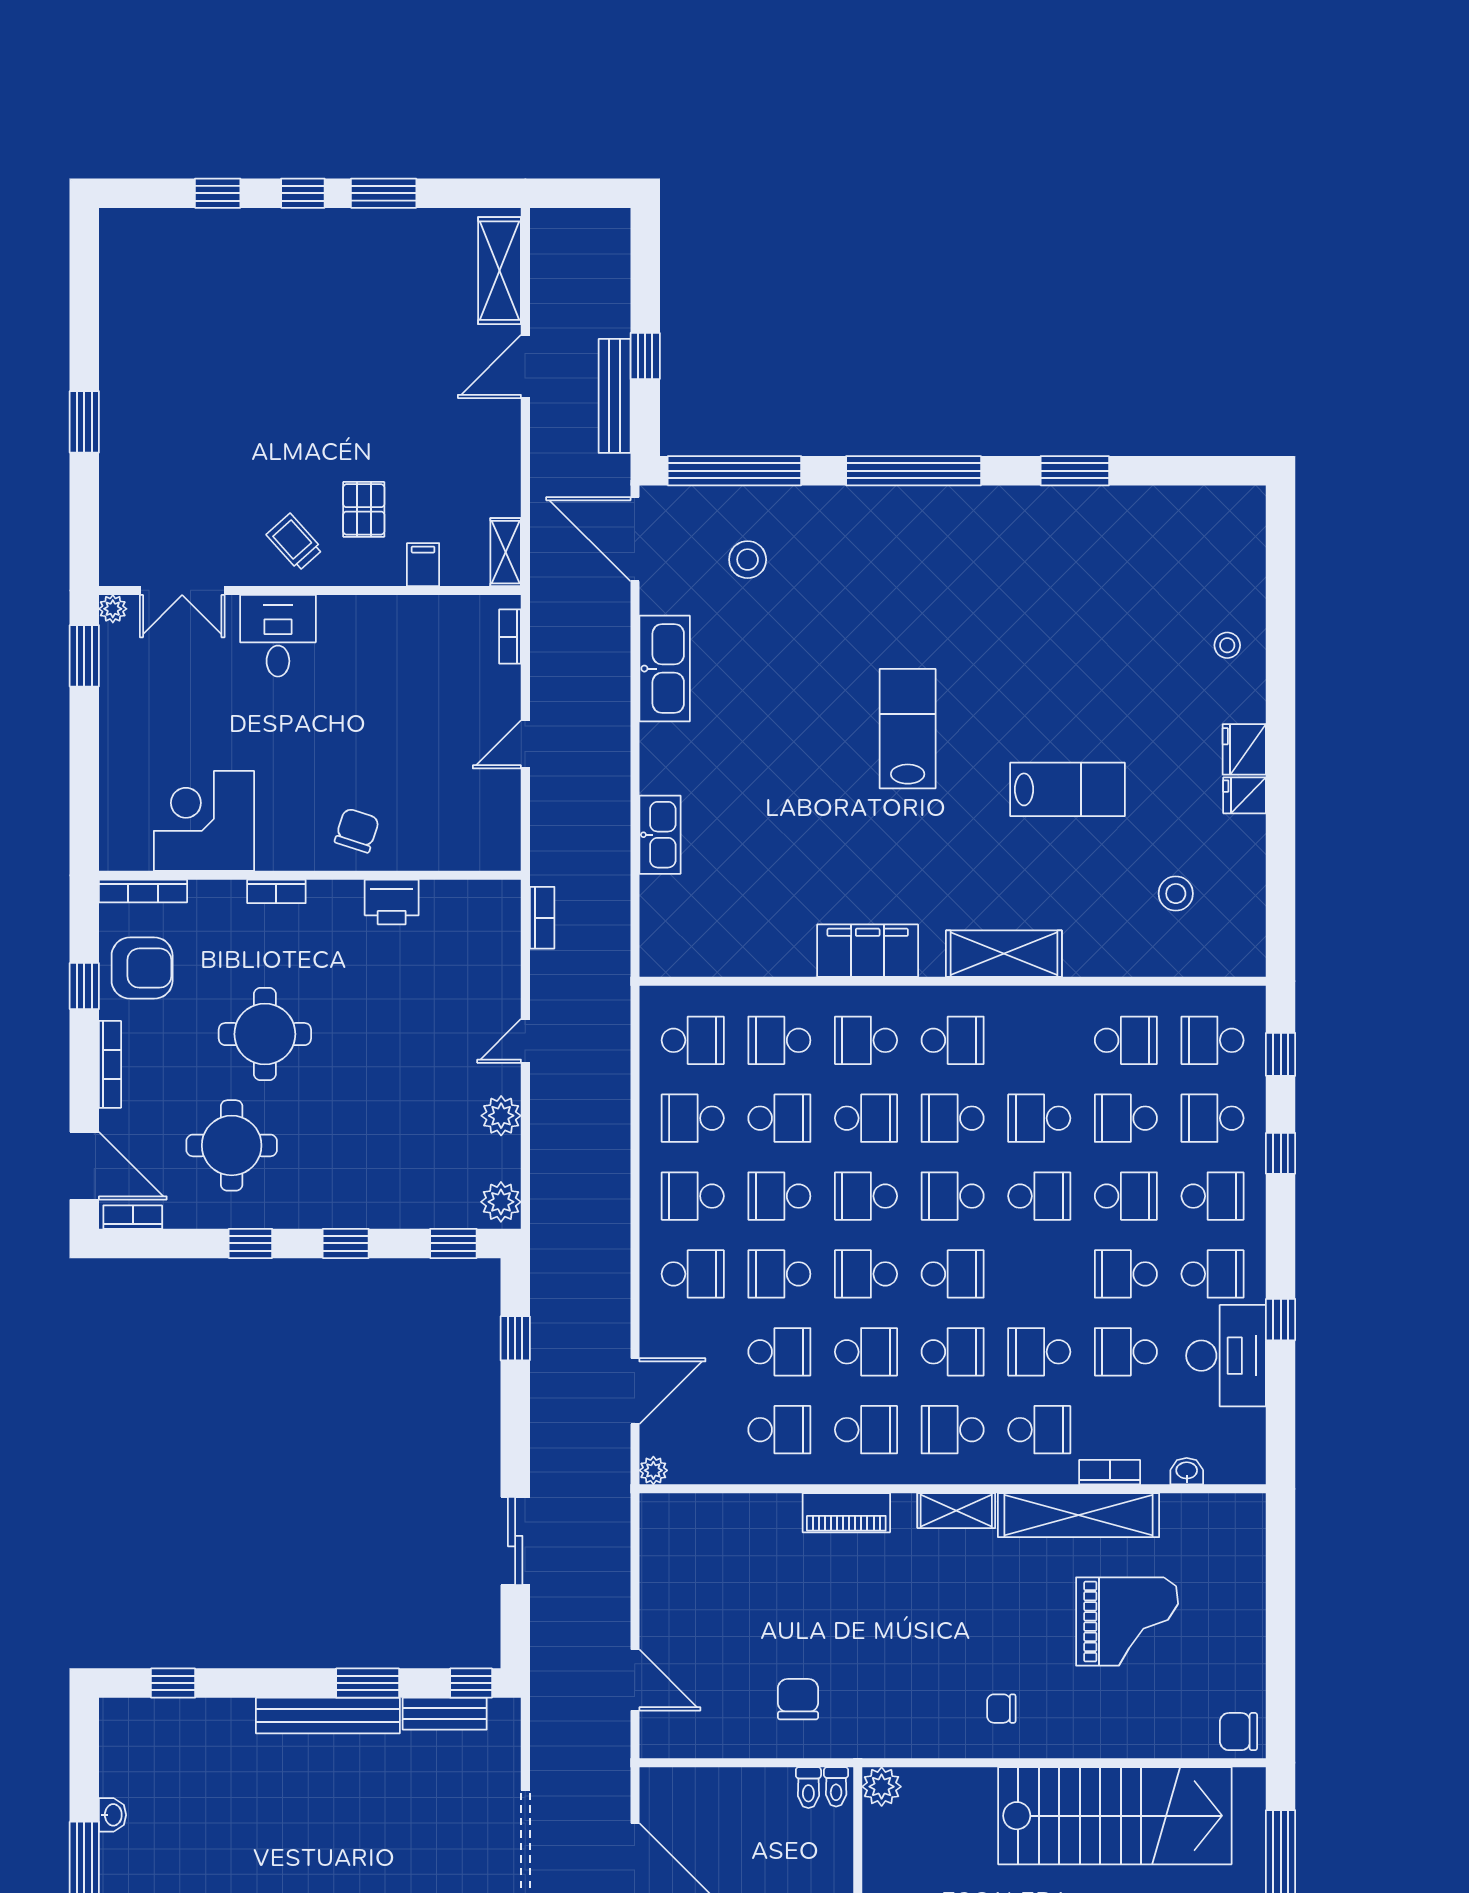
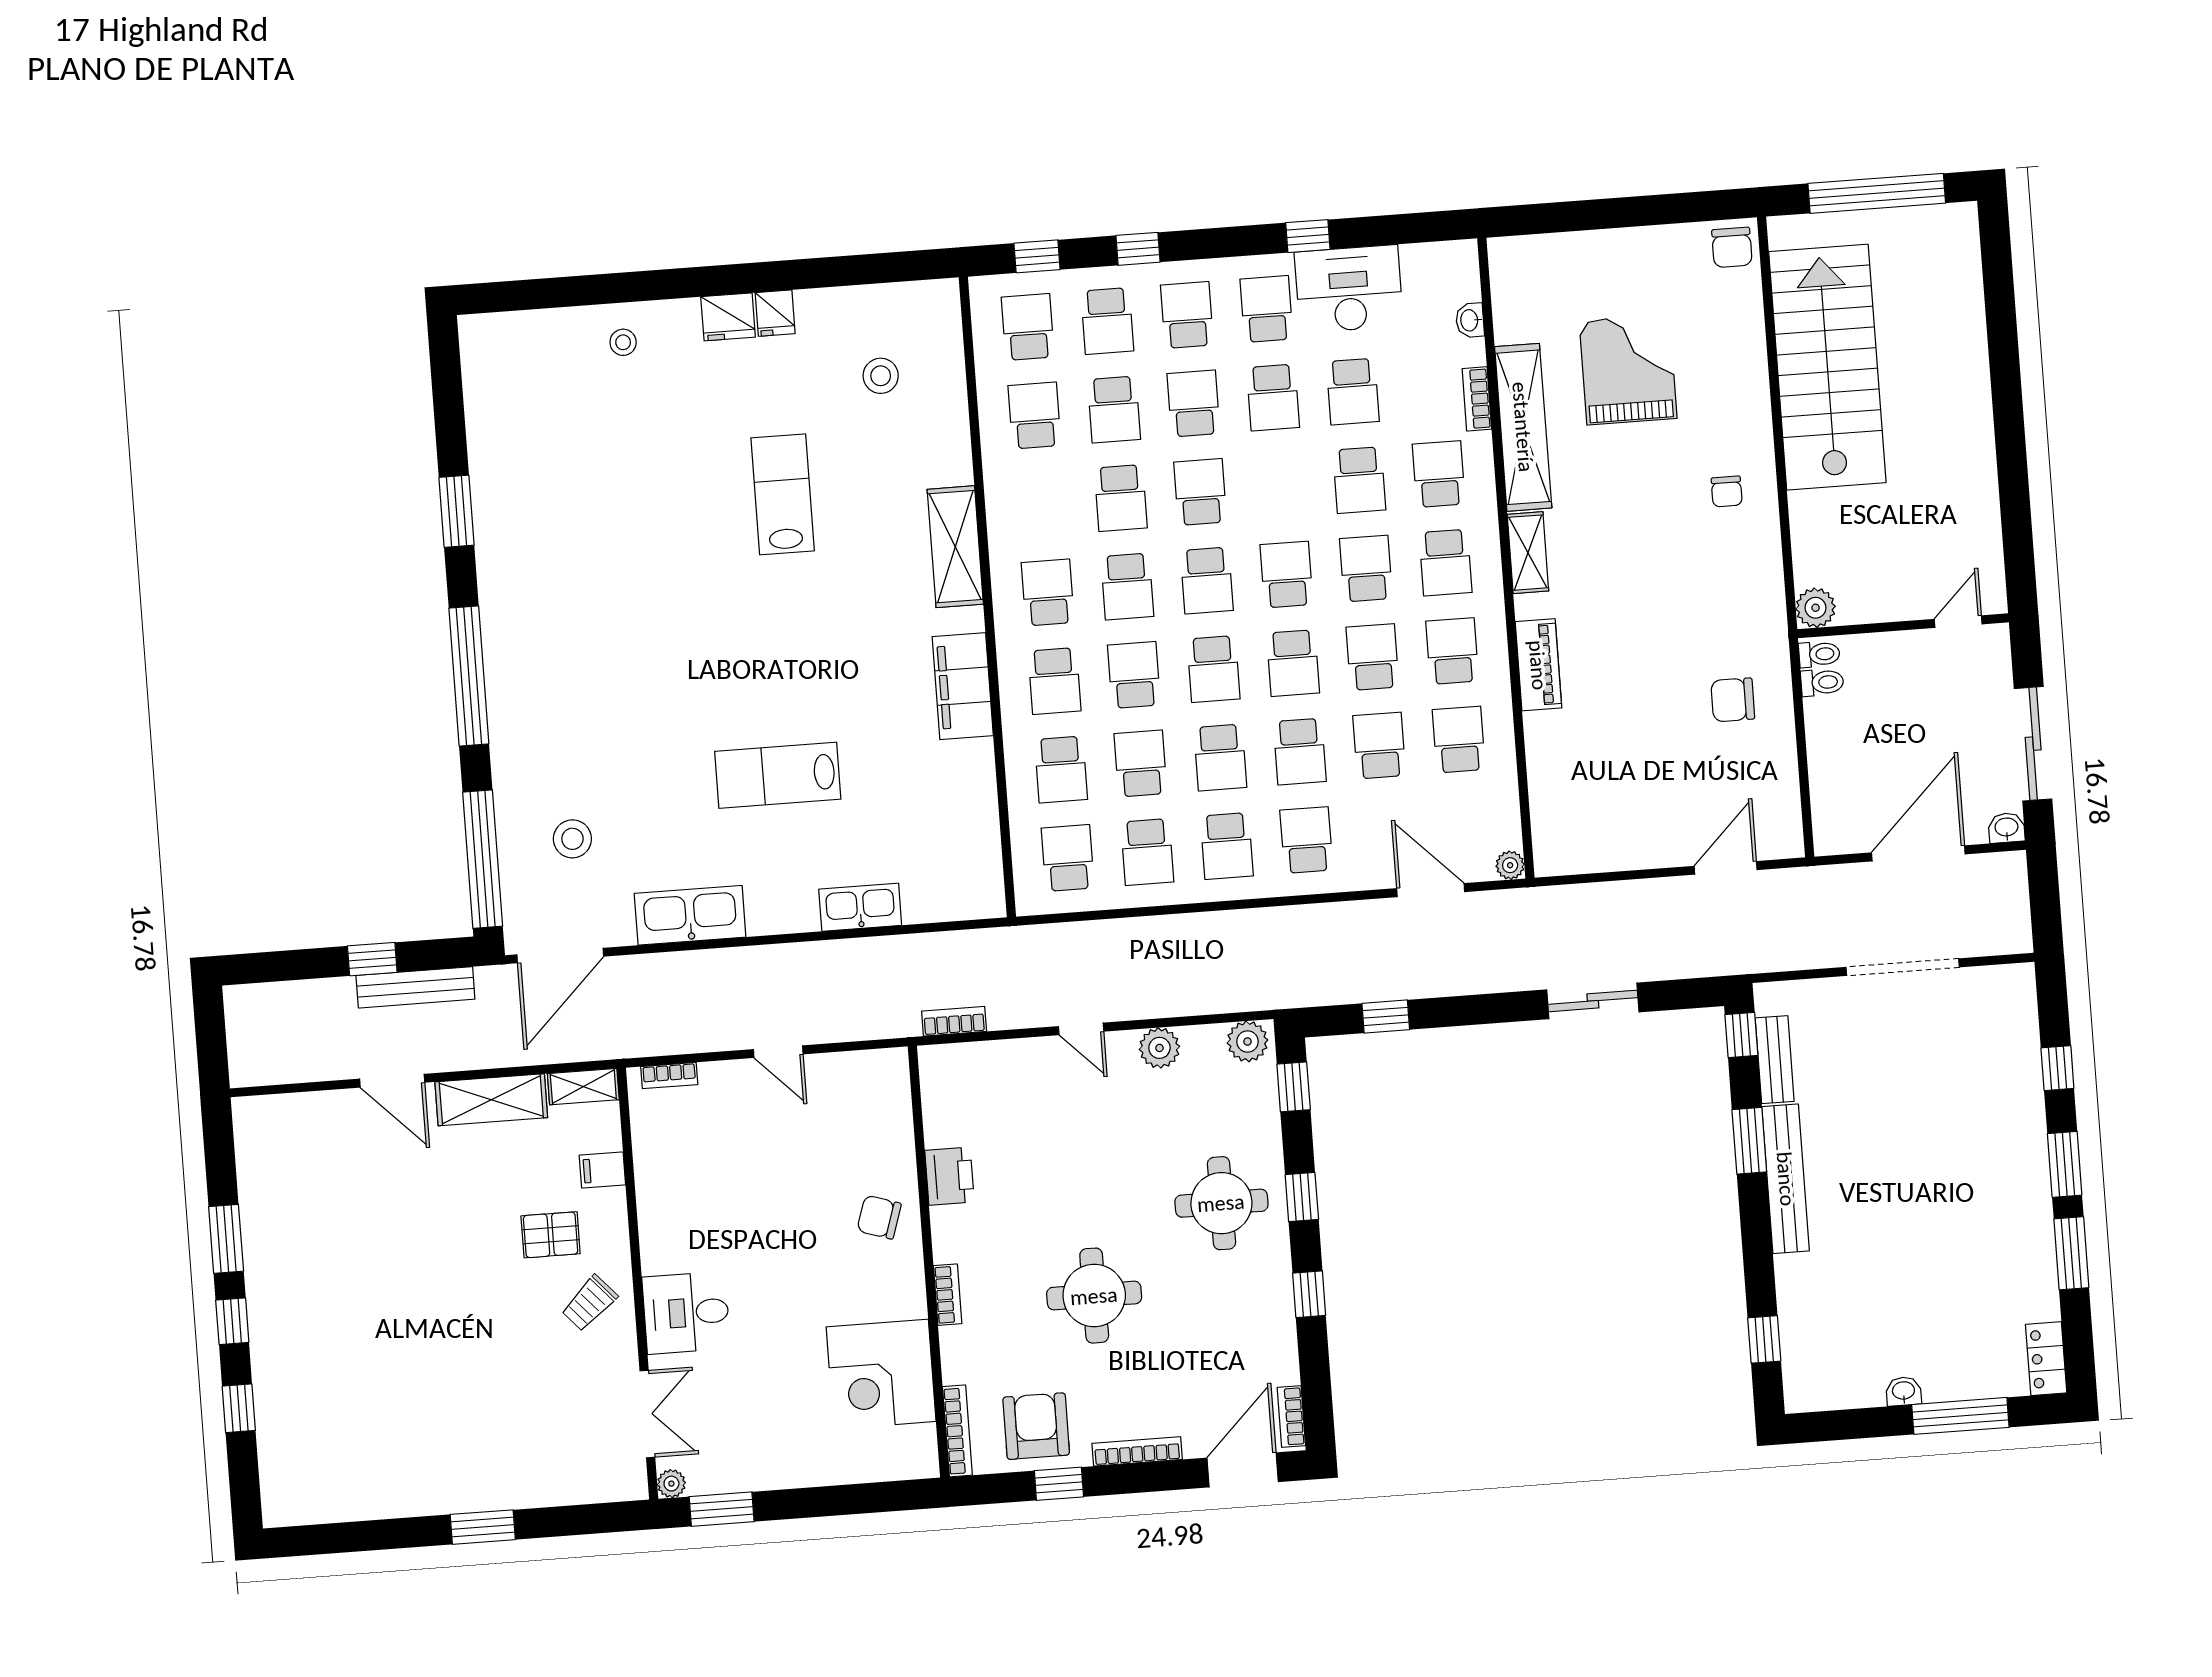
shelving: (500, 271) -> (491, 1100), moved
lab bench: (908, 729) -> (778, 775), moved
school desk: (1213, 1040) -> (1028, 327), turned 180
round table: (232, 1145) -> (1221, 1203), moved

